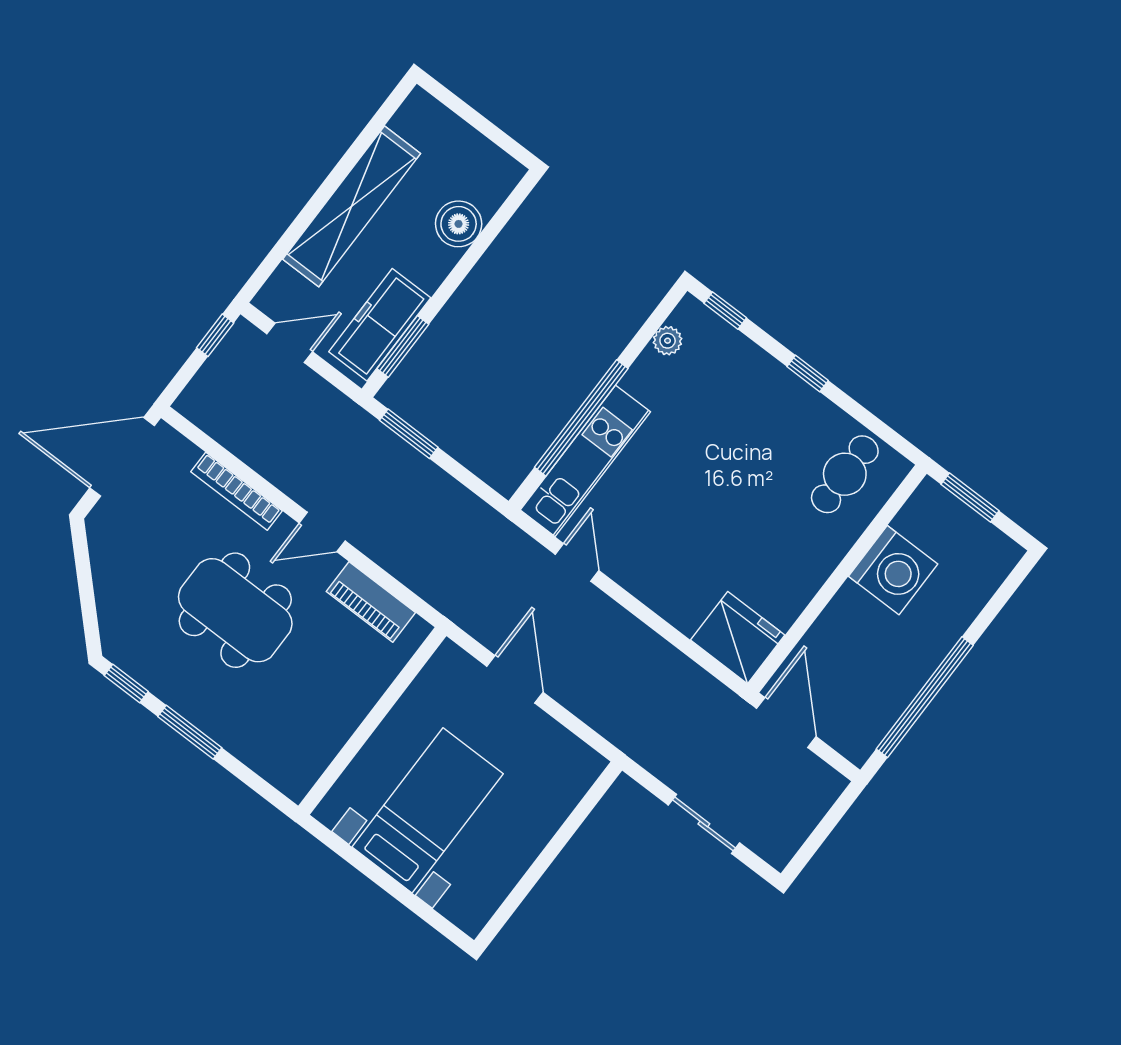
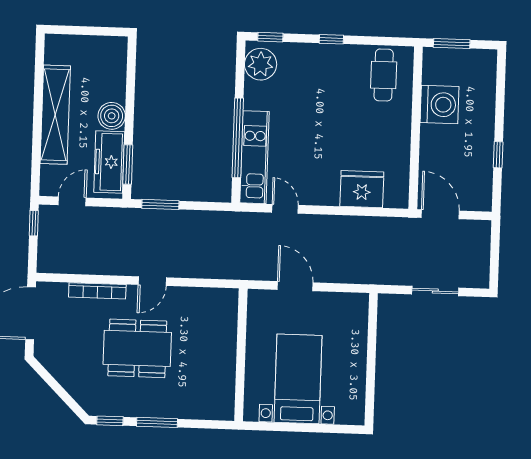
boiler: (459, 224) -> (112, 116), moved
plant: (668, 341) -> (261, 64), width x1.87, depth x1.87
piano: (371, 602) -> (200, 298), removed
fridge: (738, 638) -> (362, 189), moved
window: (925, 697) -> (498, 155), width x0.32

